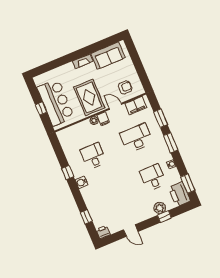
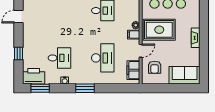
sofa: (108, 56) -> (185, 75), moved, turned 90
window: (160, 118) -> (112, 88), removed
plant: (160, 208) -> (28, 52), removed

